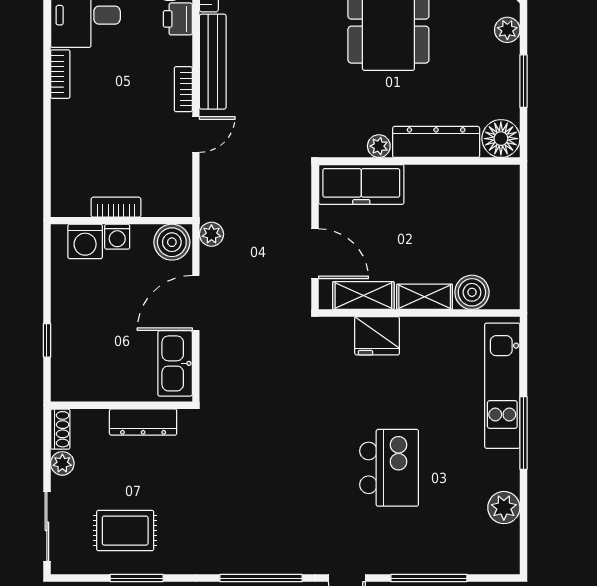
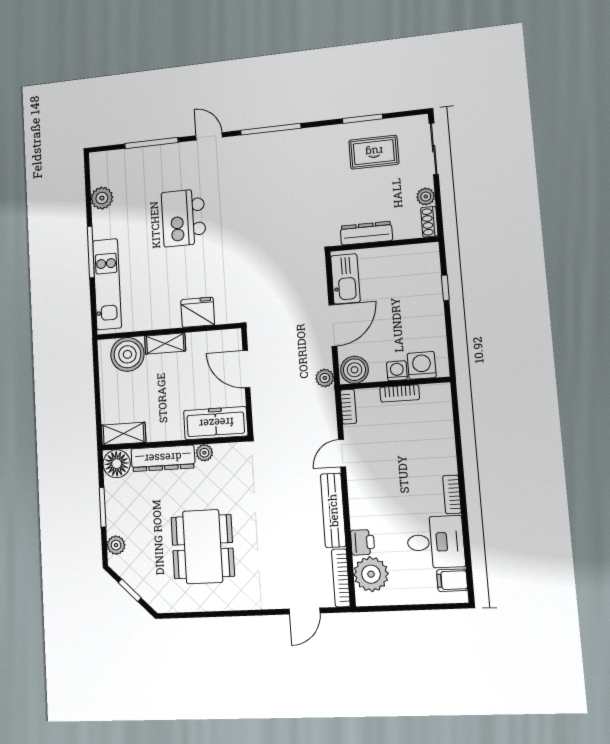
bookcase: (183, 89) -> (348, 407), moved
boiler: (472, 292) -> (127, 354), width x1.37, depth x1.37
shelving: (363, 296) -> (124, 434), moved

